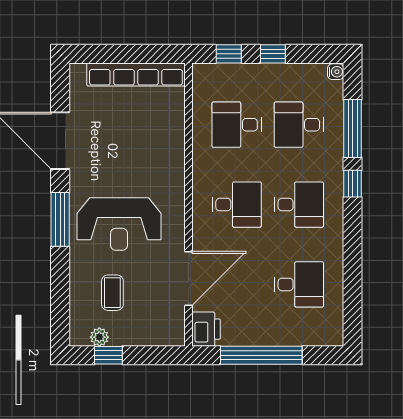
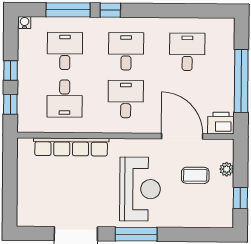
row of seats: (136, 74) -> (71, 147), moved, turned 90
desk: (299, 125) -> (65, 51), turned 180
coffee table: (112, 293) -> (195, 175), moved
plant: (99, 337) -> (227, 169), moved

